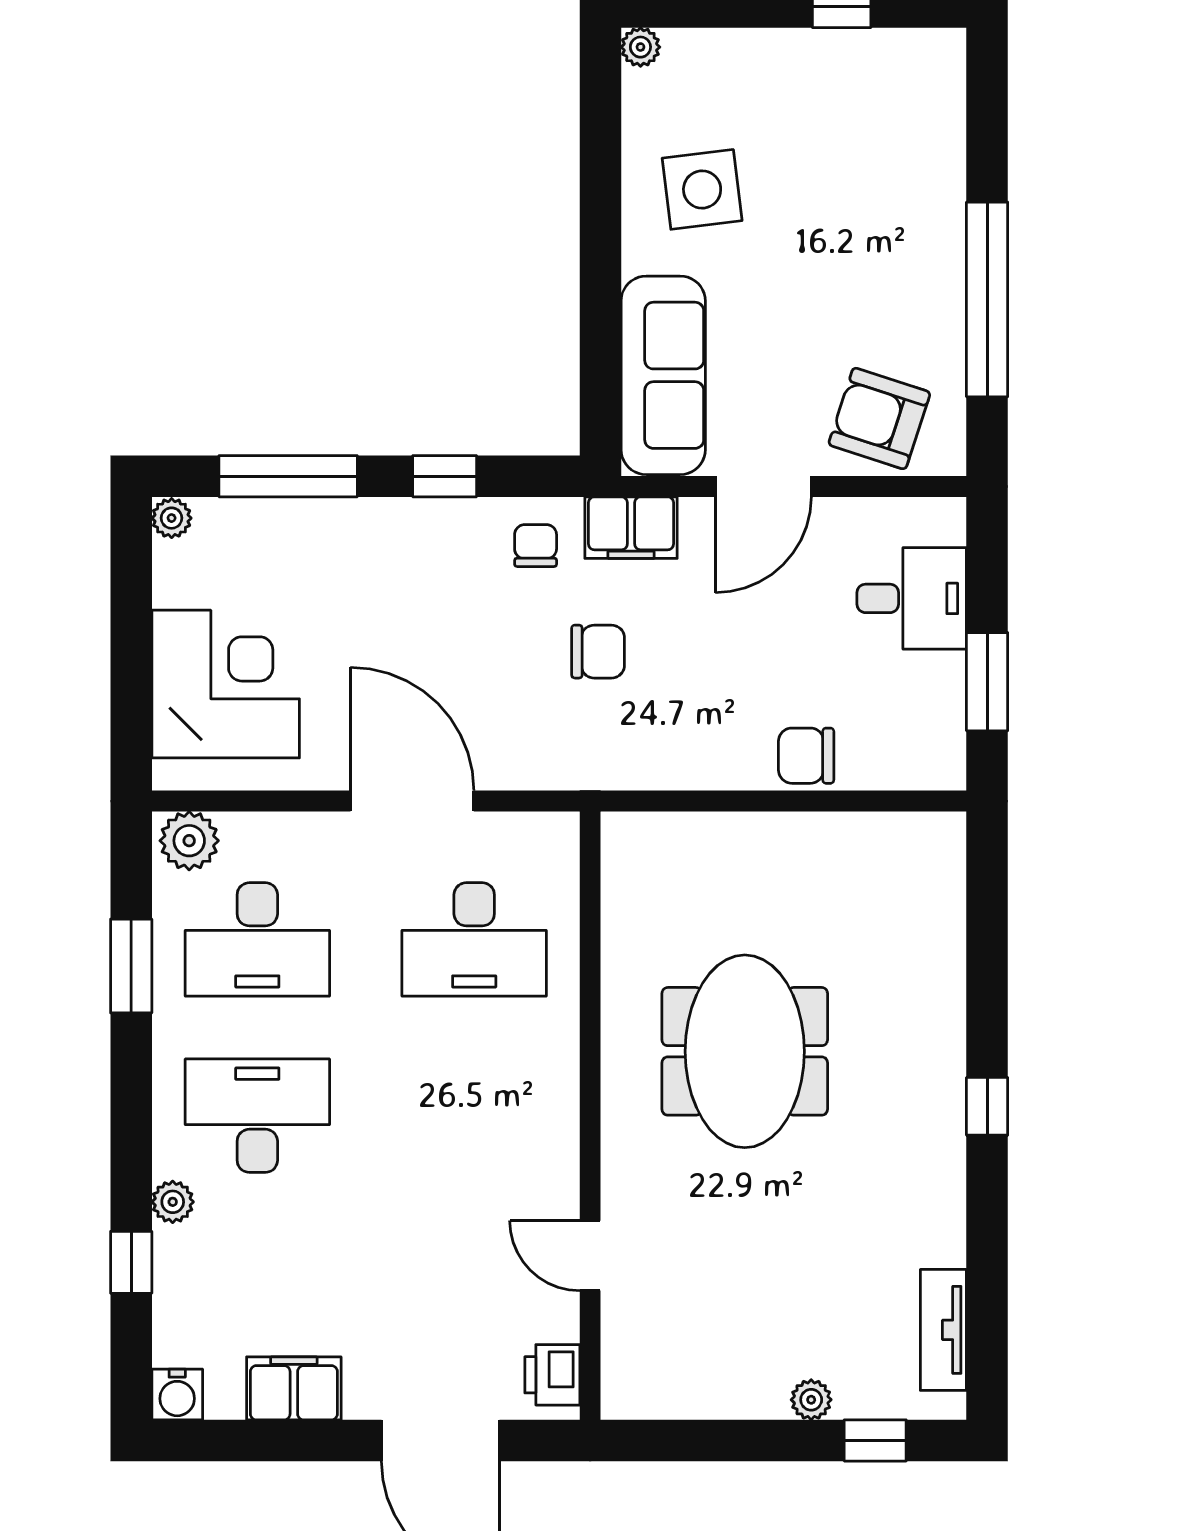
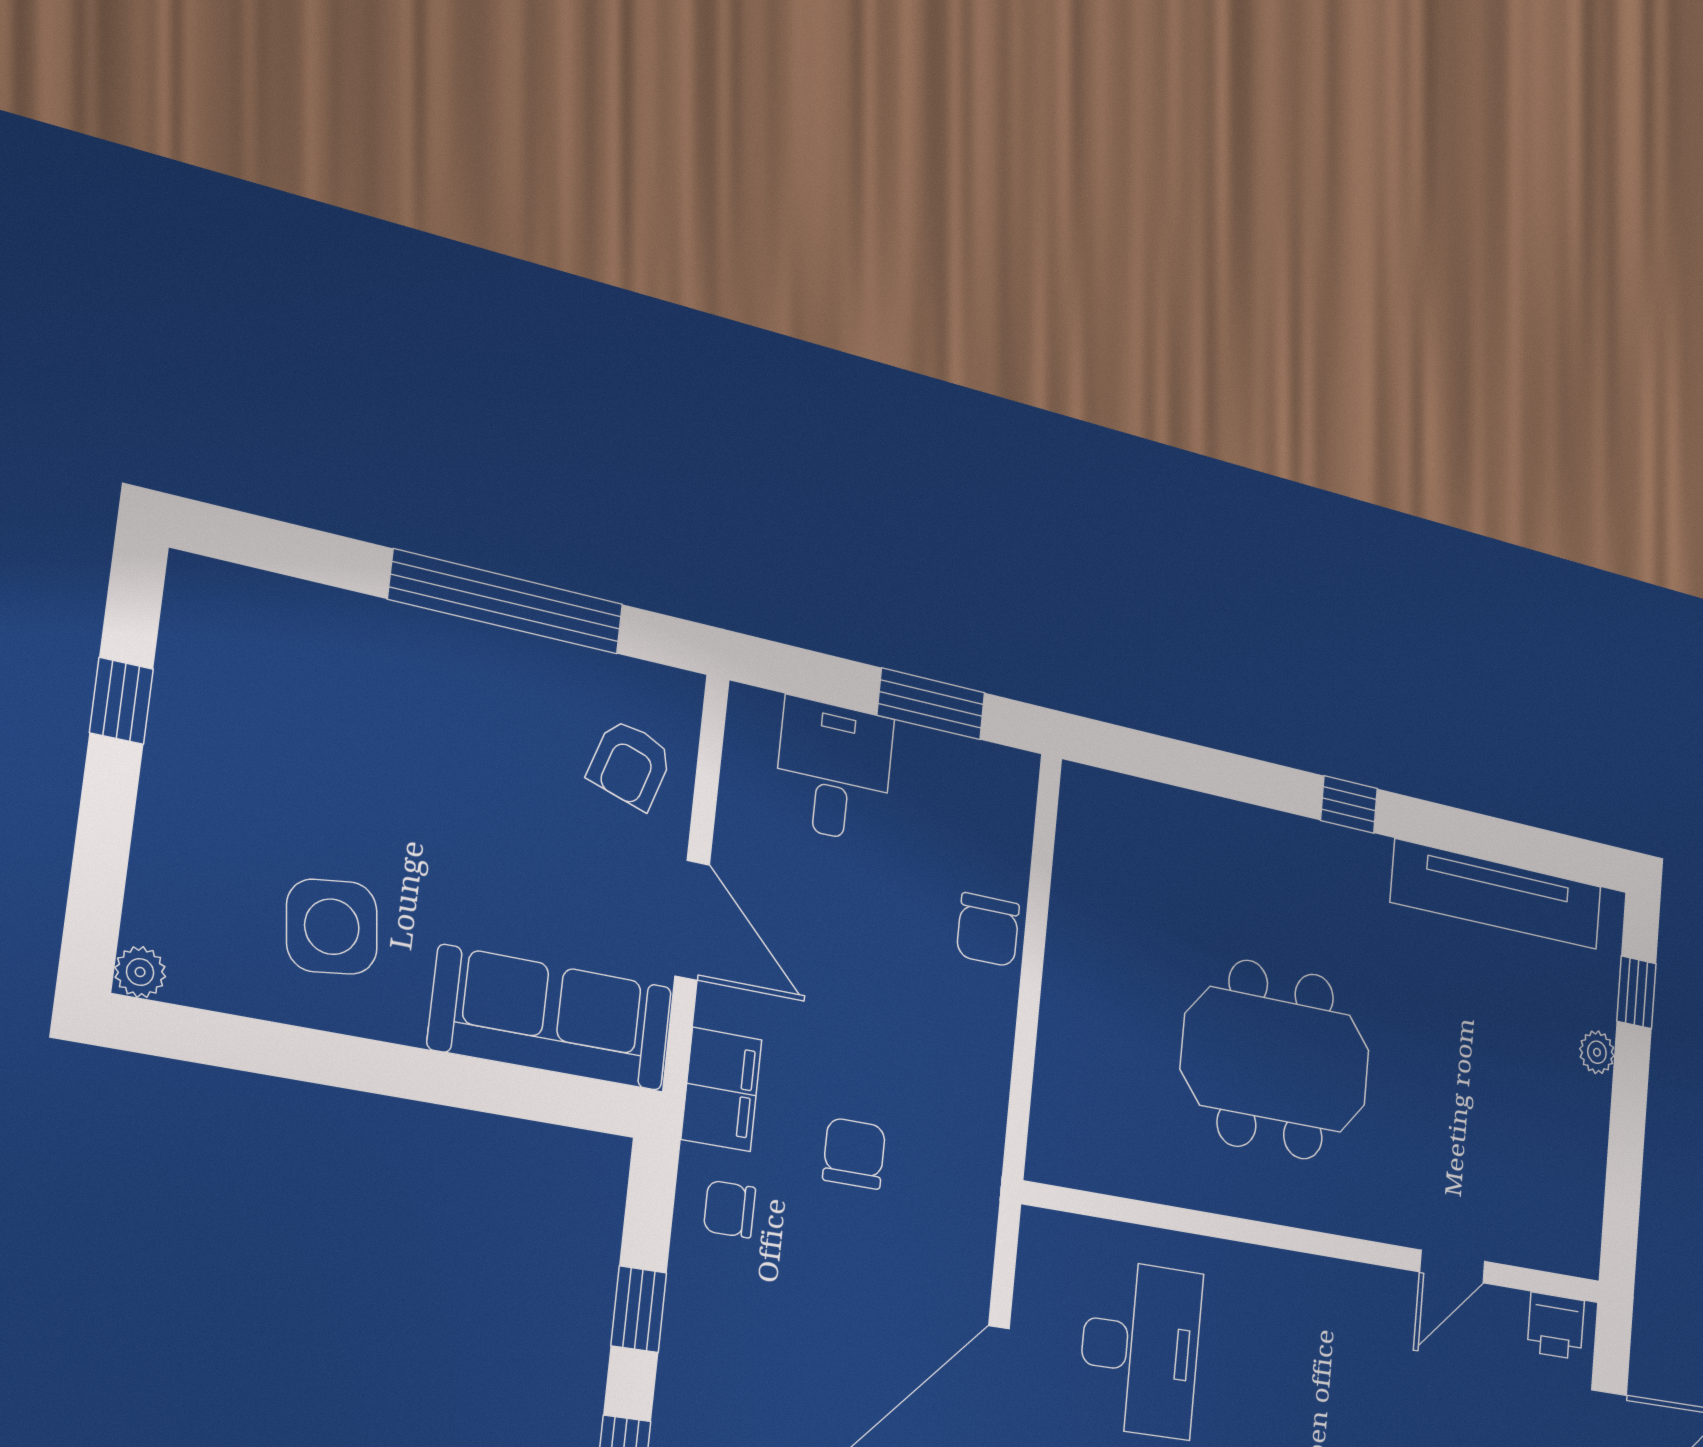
armchair: (879, 418) -> (630, 764), width x0.72, depth x0.72
tv unit: (943, 1330) -> (1497, 894), width x1.92, depth x1.29

